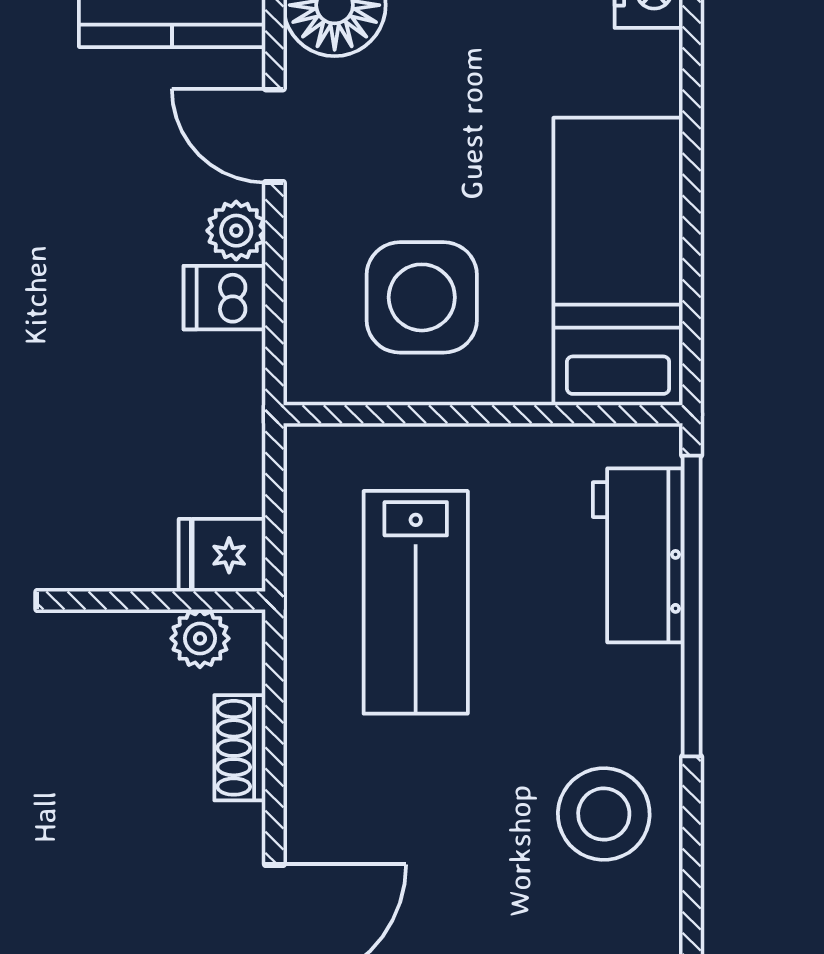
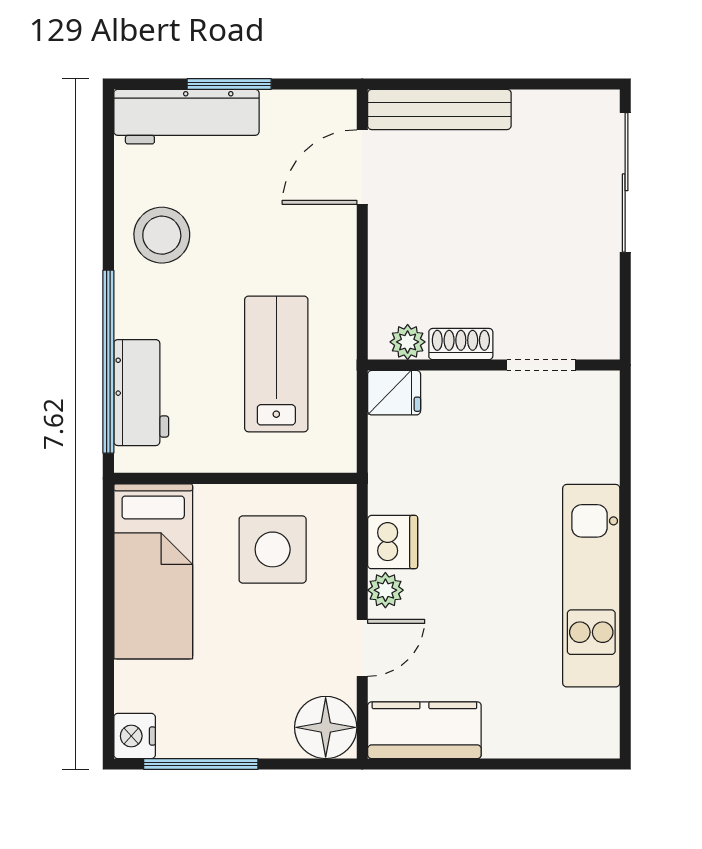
door: (274, 136) -> (362, 648), hinge flipped
dishwasher: (225, 298) -> (393, 542), width x1.38
shoe rack: (240, 748) -> (461, 344), moved, turned -90

